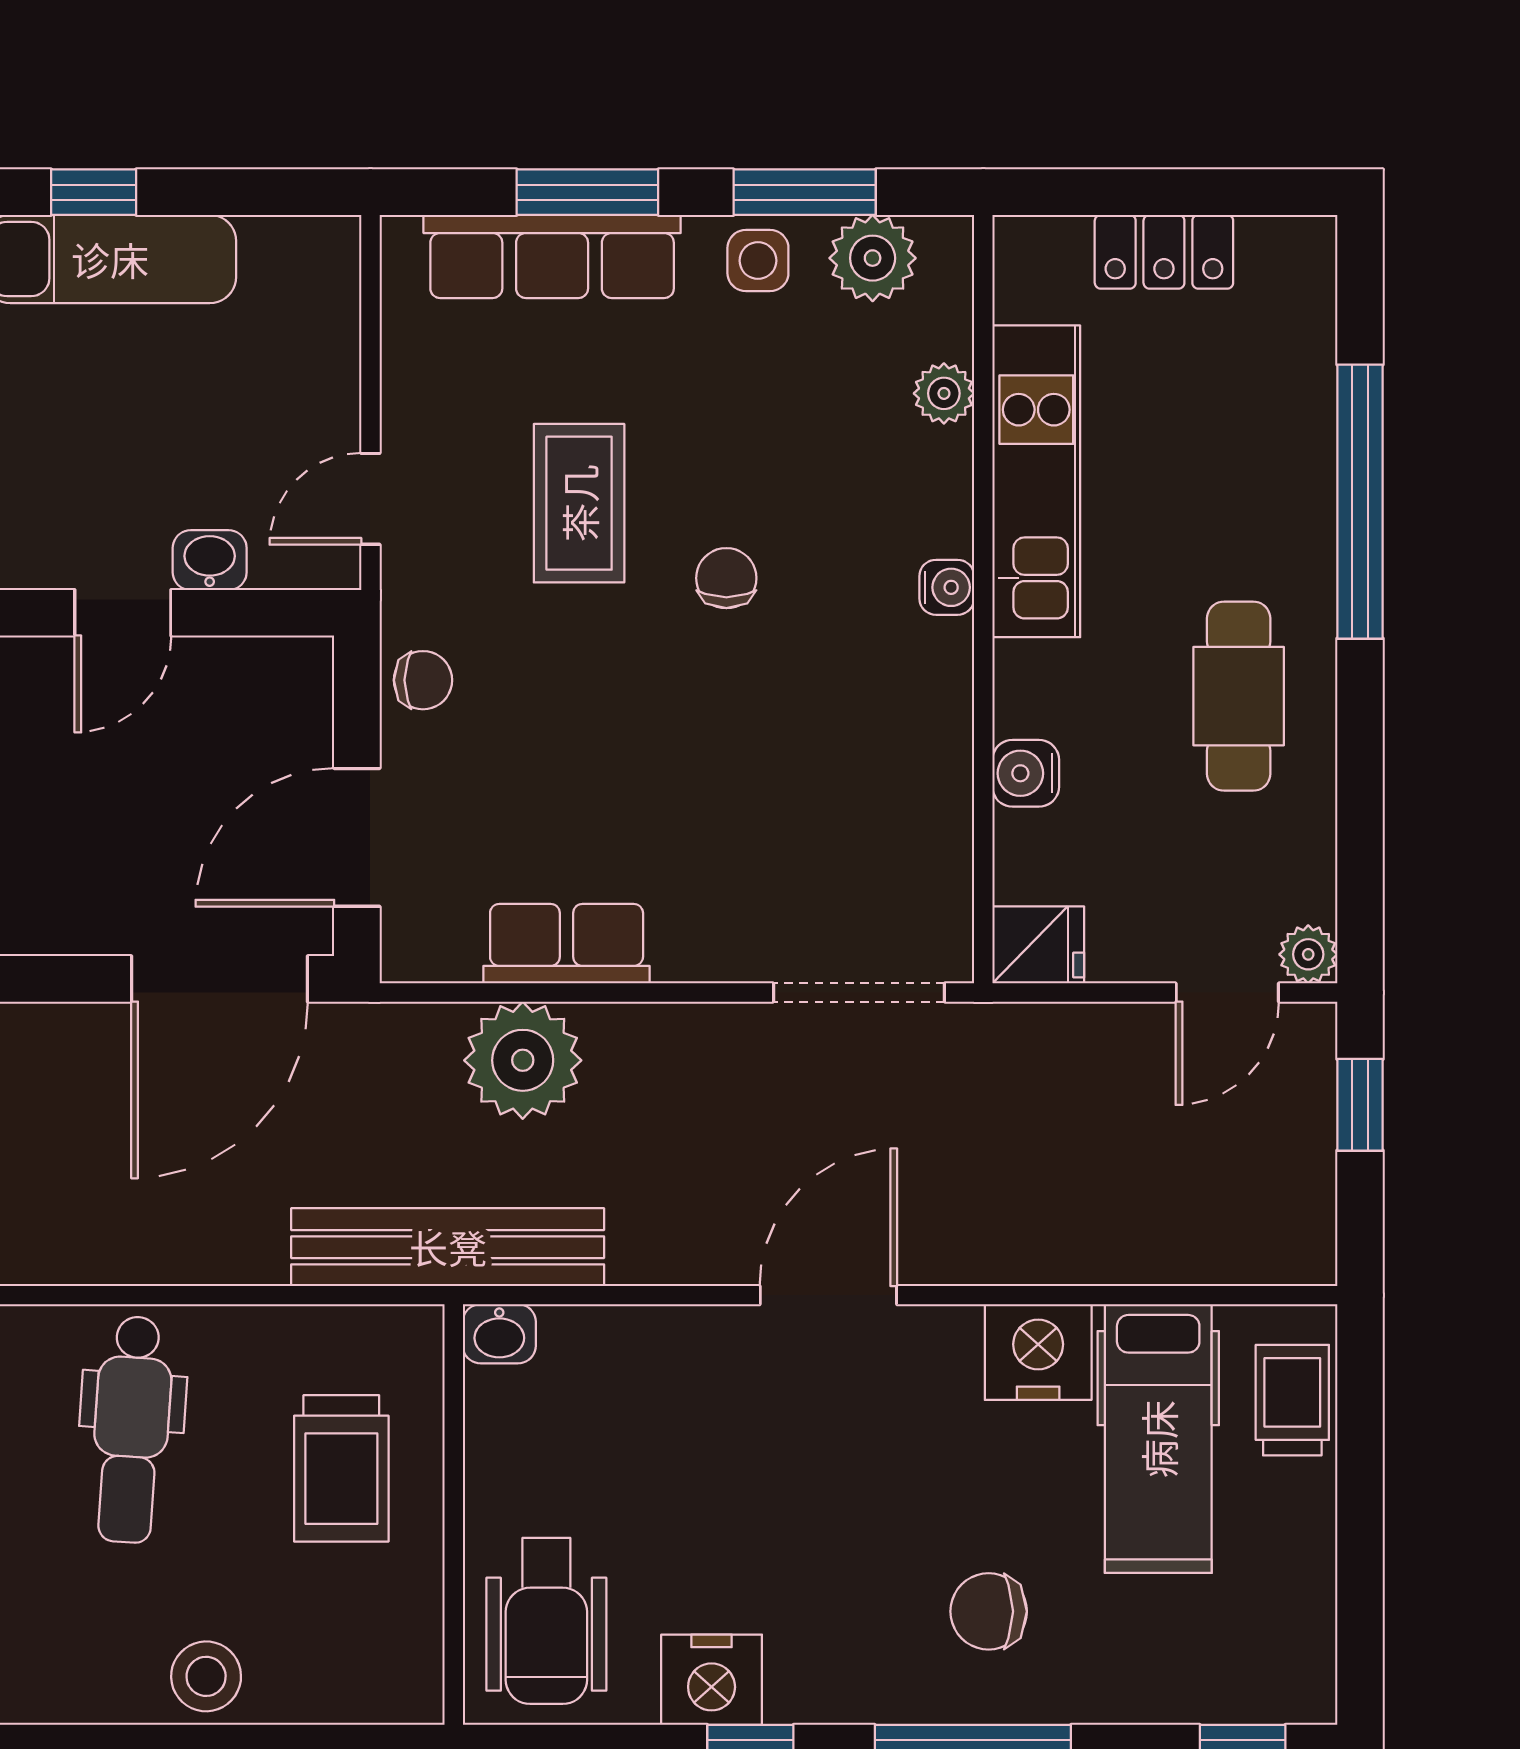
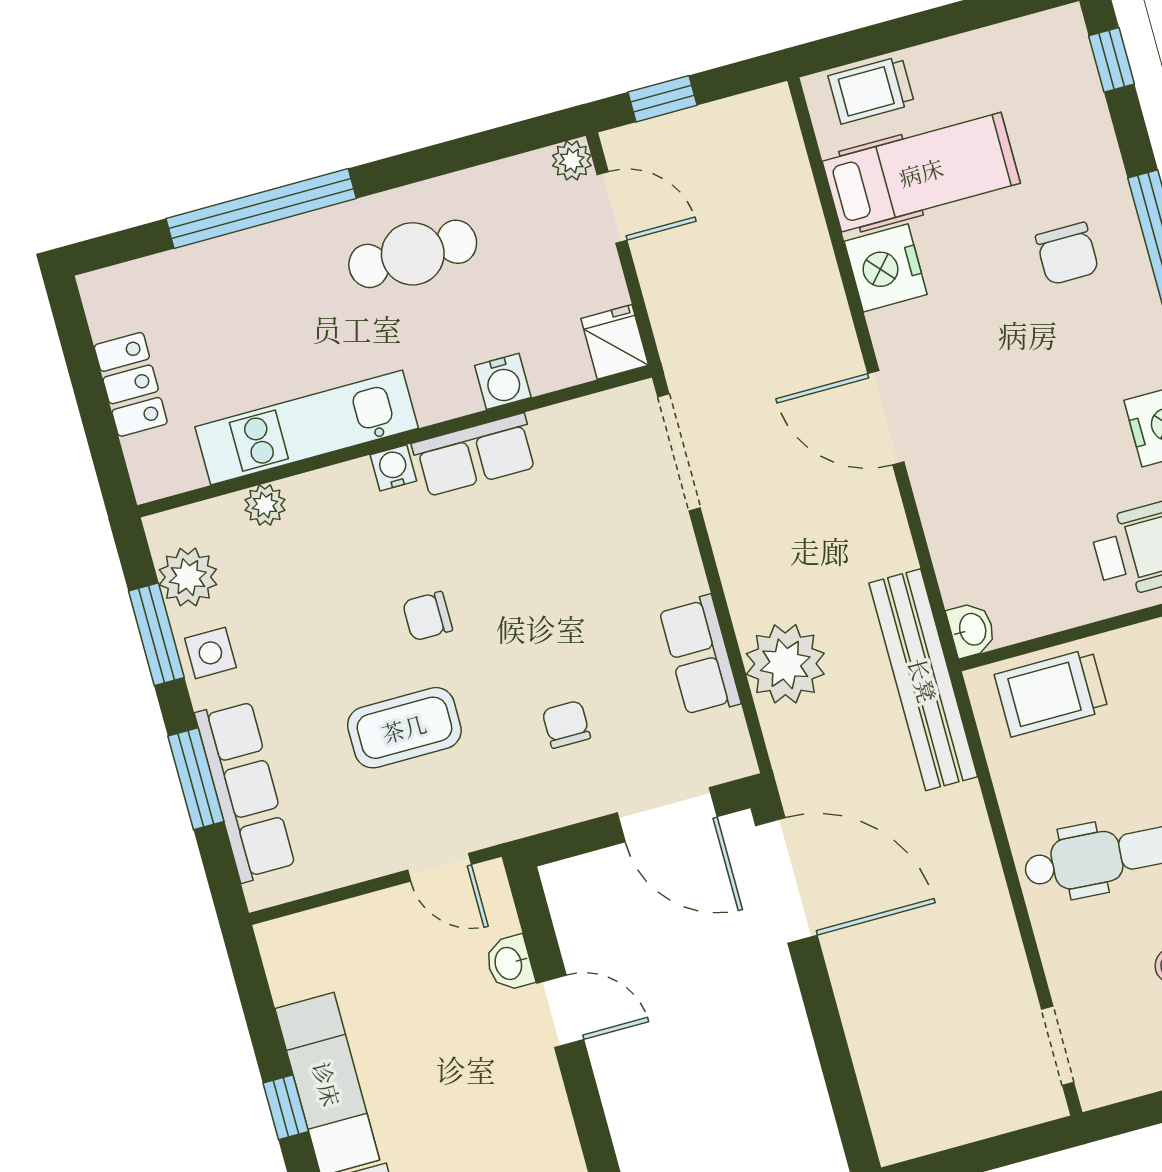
chair: (423, 680) -> (566, 724), moved
row of seats: (933, 706) -> (475, 455), added
trolley: (341, 1468) -> (1051, 692), moved, turned 180

